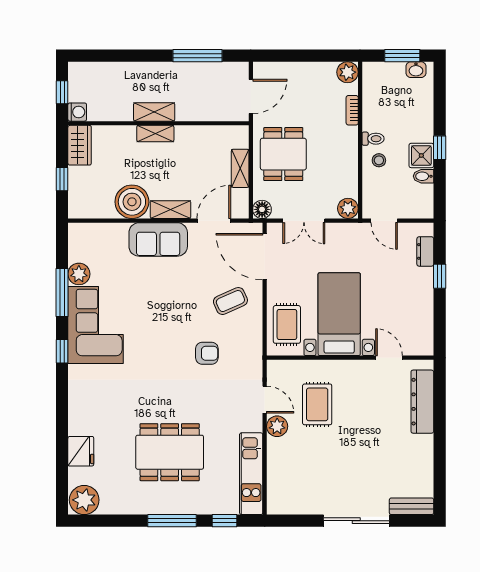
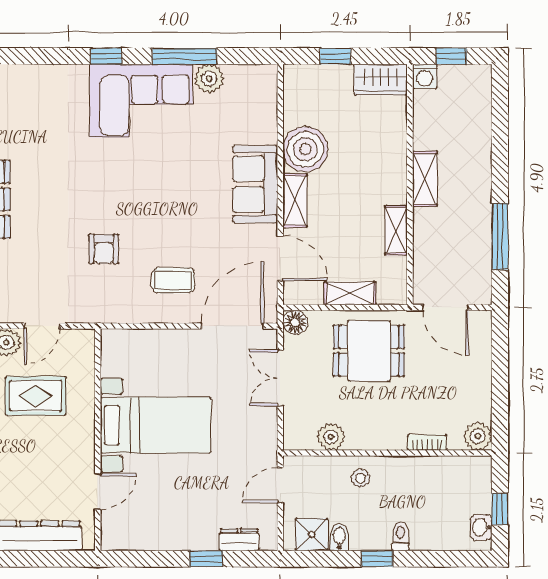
window: (402, 56) -> (500, 509), width x0.67
shelving: (155, 134) -> (396, 230), moved
toilet: (373, 139) -> (400, 536), moved, turned 180
shower: (421, 155) -> (312, 535), moved
plant: (348, 208) -> (331, 437), moved
coffee table: (230, 301) -> (173, 280), turned -66
rug: (287, 324) -> (142, 356), removed

